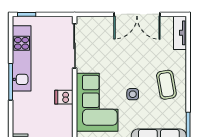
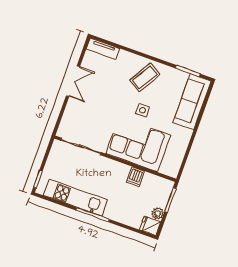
double door: (137, 14) -> (73, 81), width x0.73
coffee table: (166, 85) -> (145, 77), turned -49
dishwasher: (64, 97) -> (135, 177), moved

